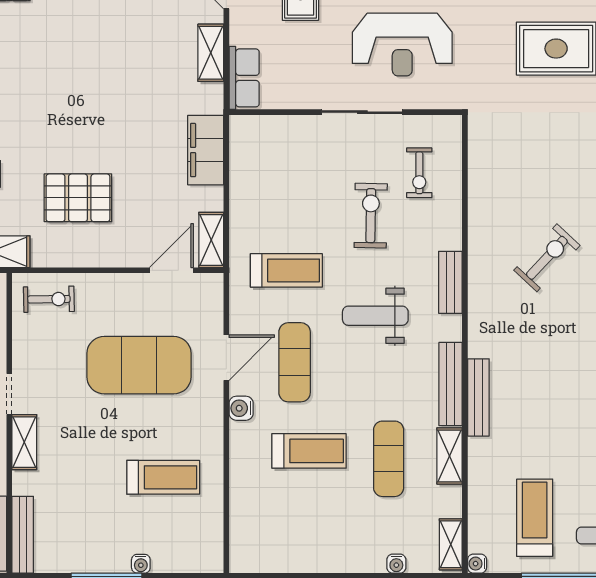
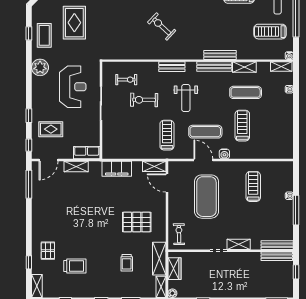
pallet: (78, 198) -> (137, 222), turned 90

